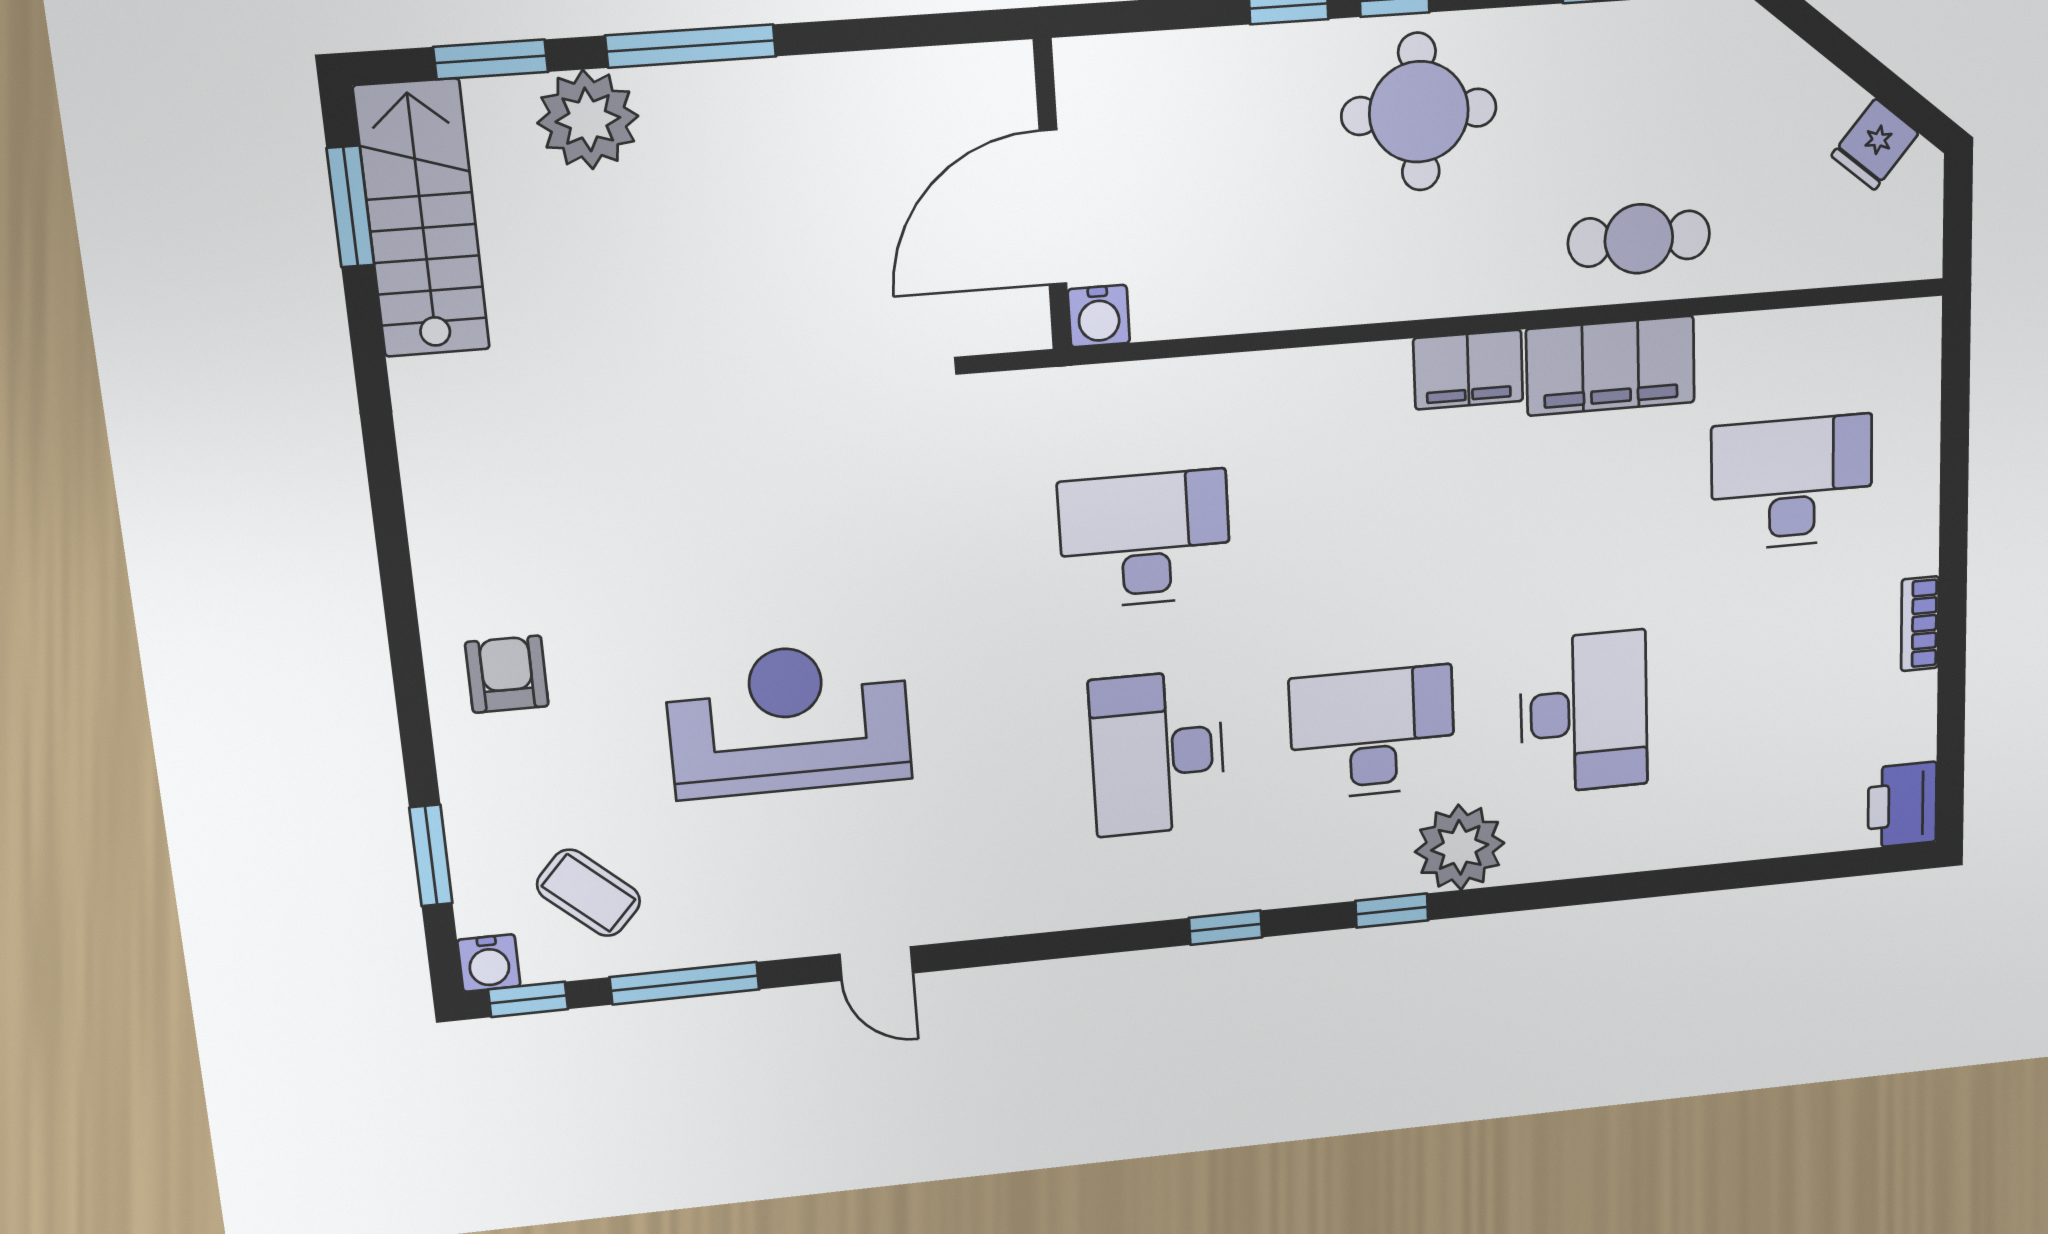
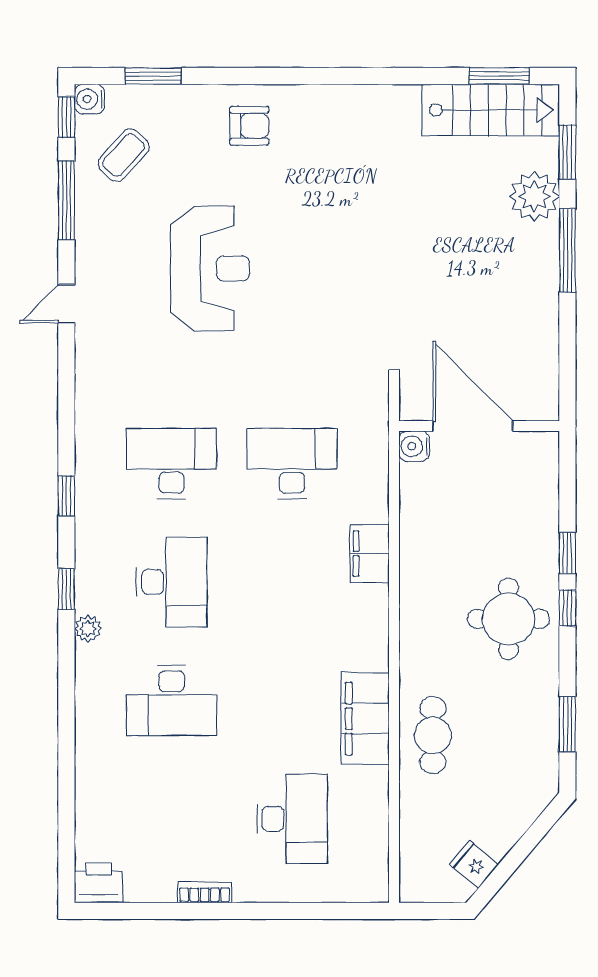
filing cabinet: (1468, 370) -> (370, 554), moved
desk: (1145, 539) -> (292, 464), turned -90
plant: (1460, 847) -> (88, 628), width x0.53, depth x0.53

